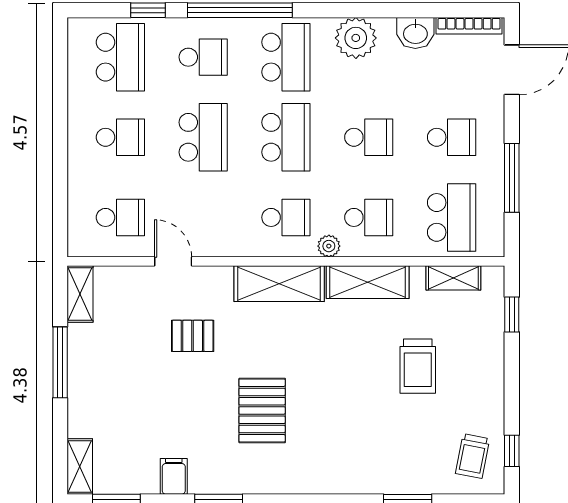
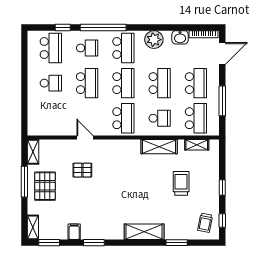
school desk: (369, 137) -> (160, 83), width x1.85
school desk: (452, 137) -> (196, 83), width x1.85
school desk: (120, 217) -> (51, 118), removed
school desk: (286, 217) -> (123, 118), width x1.85
plant: (329, 246) -> (142, 131), removed
door: (173, 261) -> (85, 138), moved
shelving: (279, 284) -> (144, 232), moved
window: (512, 314) -> (222, 188), moved
trolley: (418, 366) -> (181, 183), turned 180
pallet: (262, 410) -> (45, 186), moved

